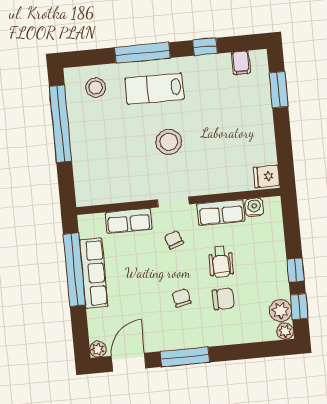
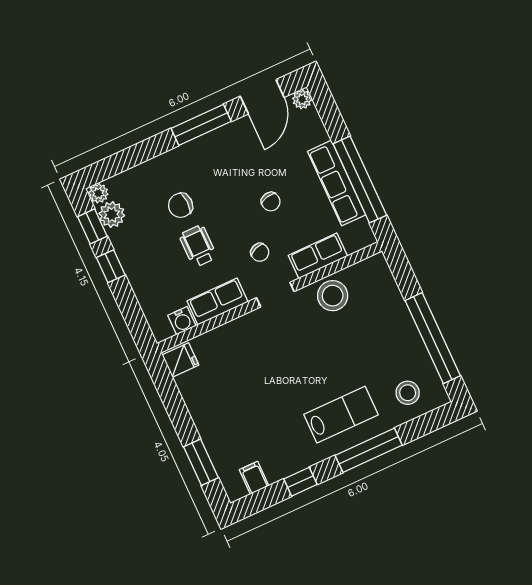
stool: (169, 142) -> (333, 296), moved
chair: (182, 298) -> (271, 202), moved

